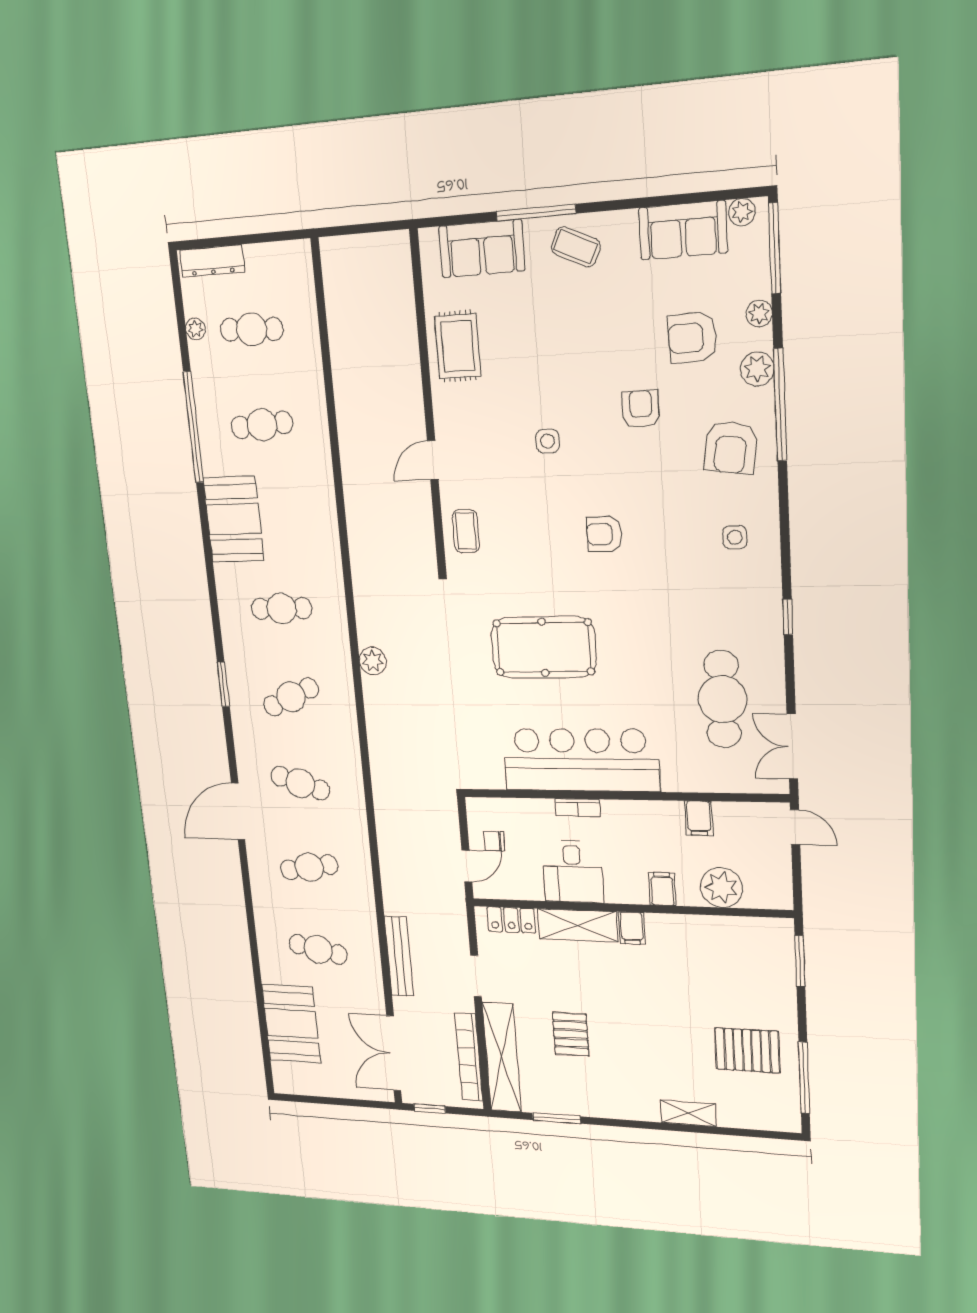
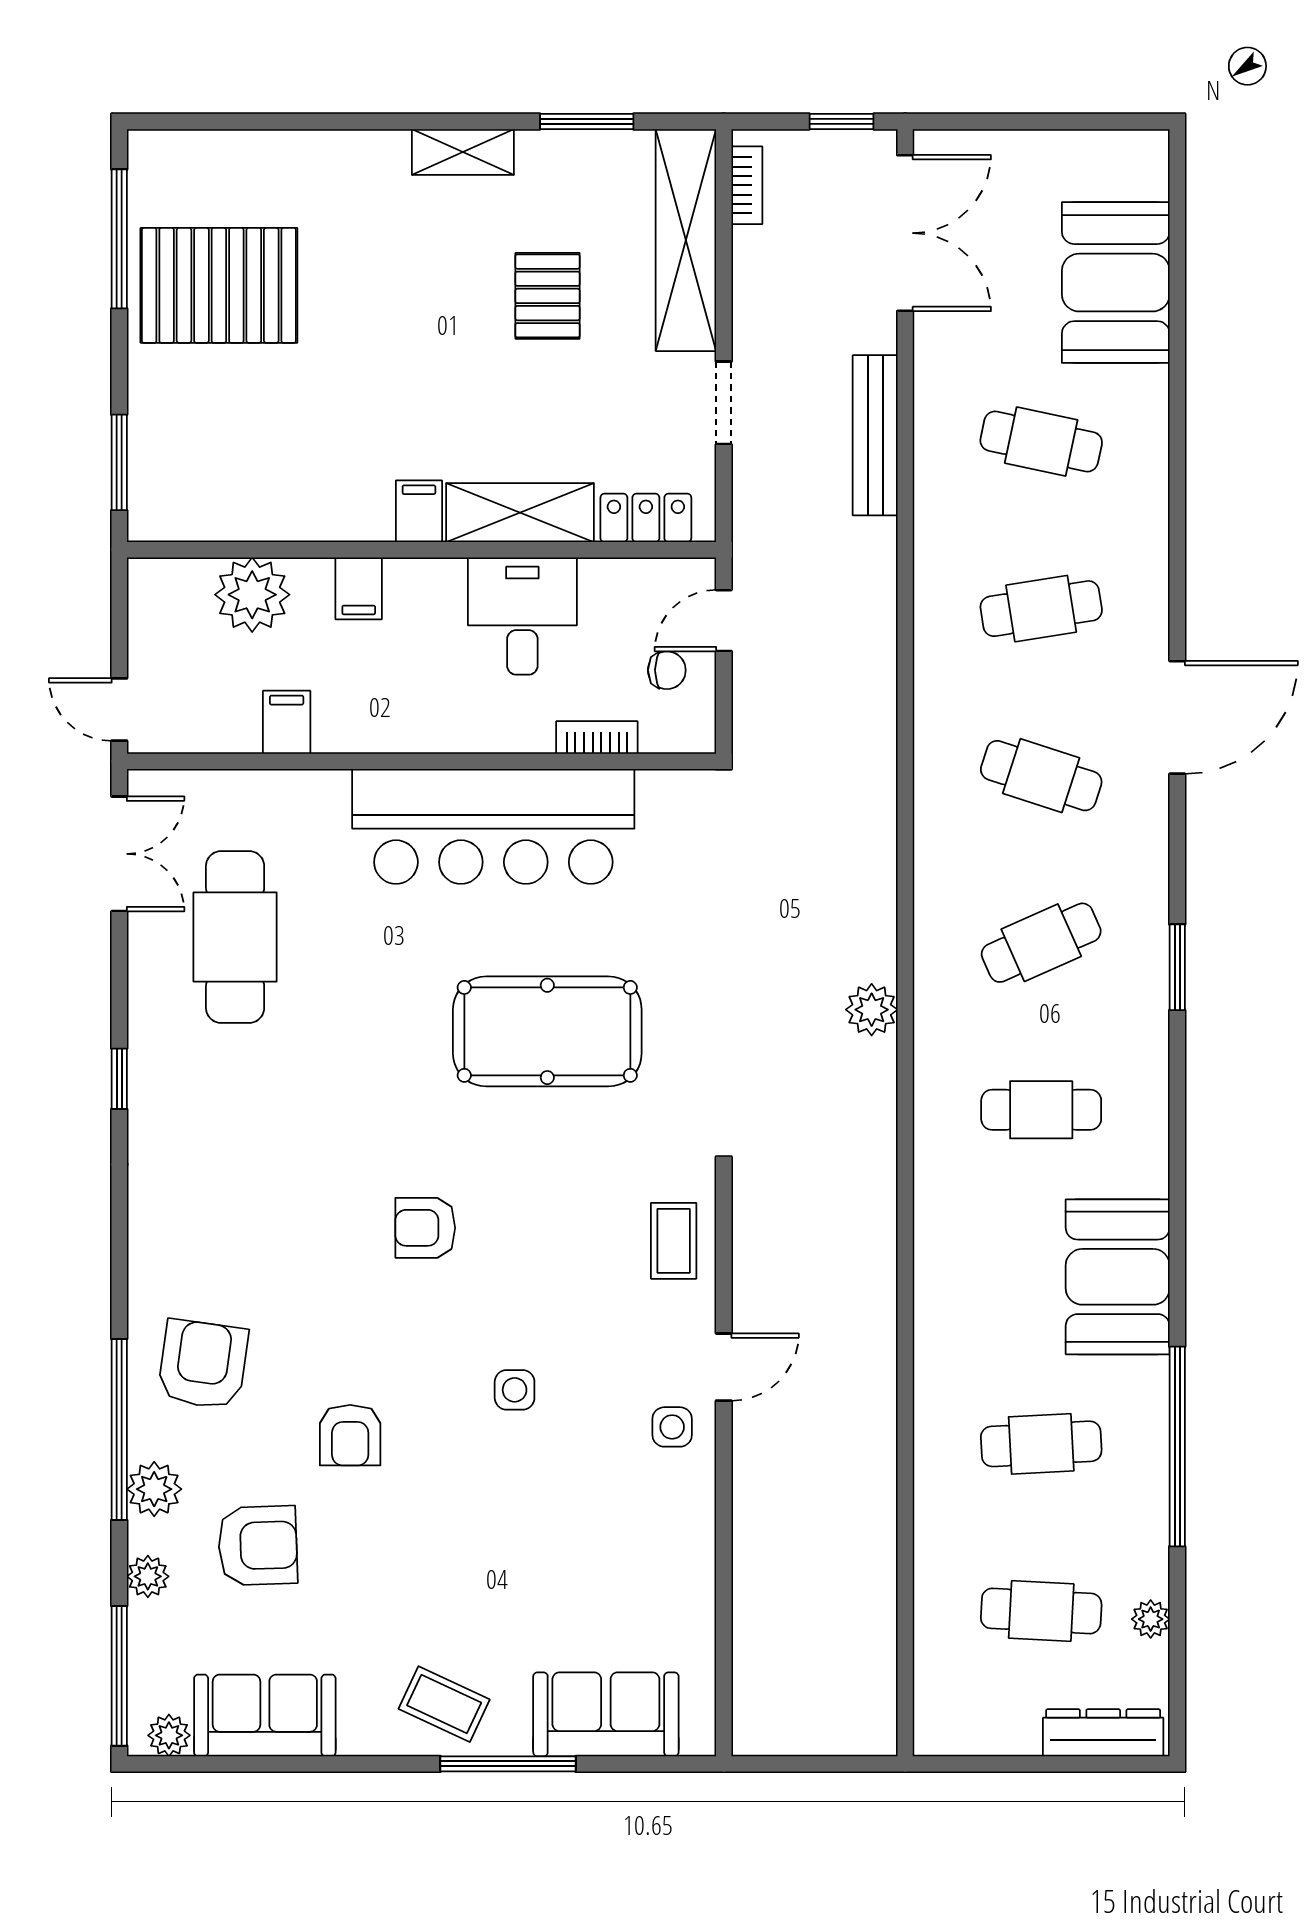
rug: (458, 346) -> (662, 1558), removed
armchair: (604, 534) -> (425, 1228), turned 180
side table: (735, 537) -> (672, 1427), moved
bookcase: (578, 808) -> (597, 737), moved
pallet: (747, 1050) -> (219, 285), width x1.37, depth x1.41
bookcase: (469, 1057) -> (747, 185), width x0.43, depth x0.76
shelving: (688, 1113) -> (463, 152), moved

